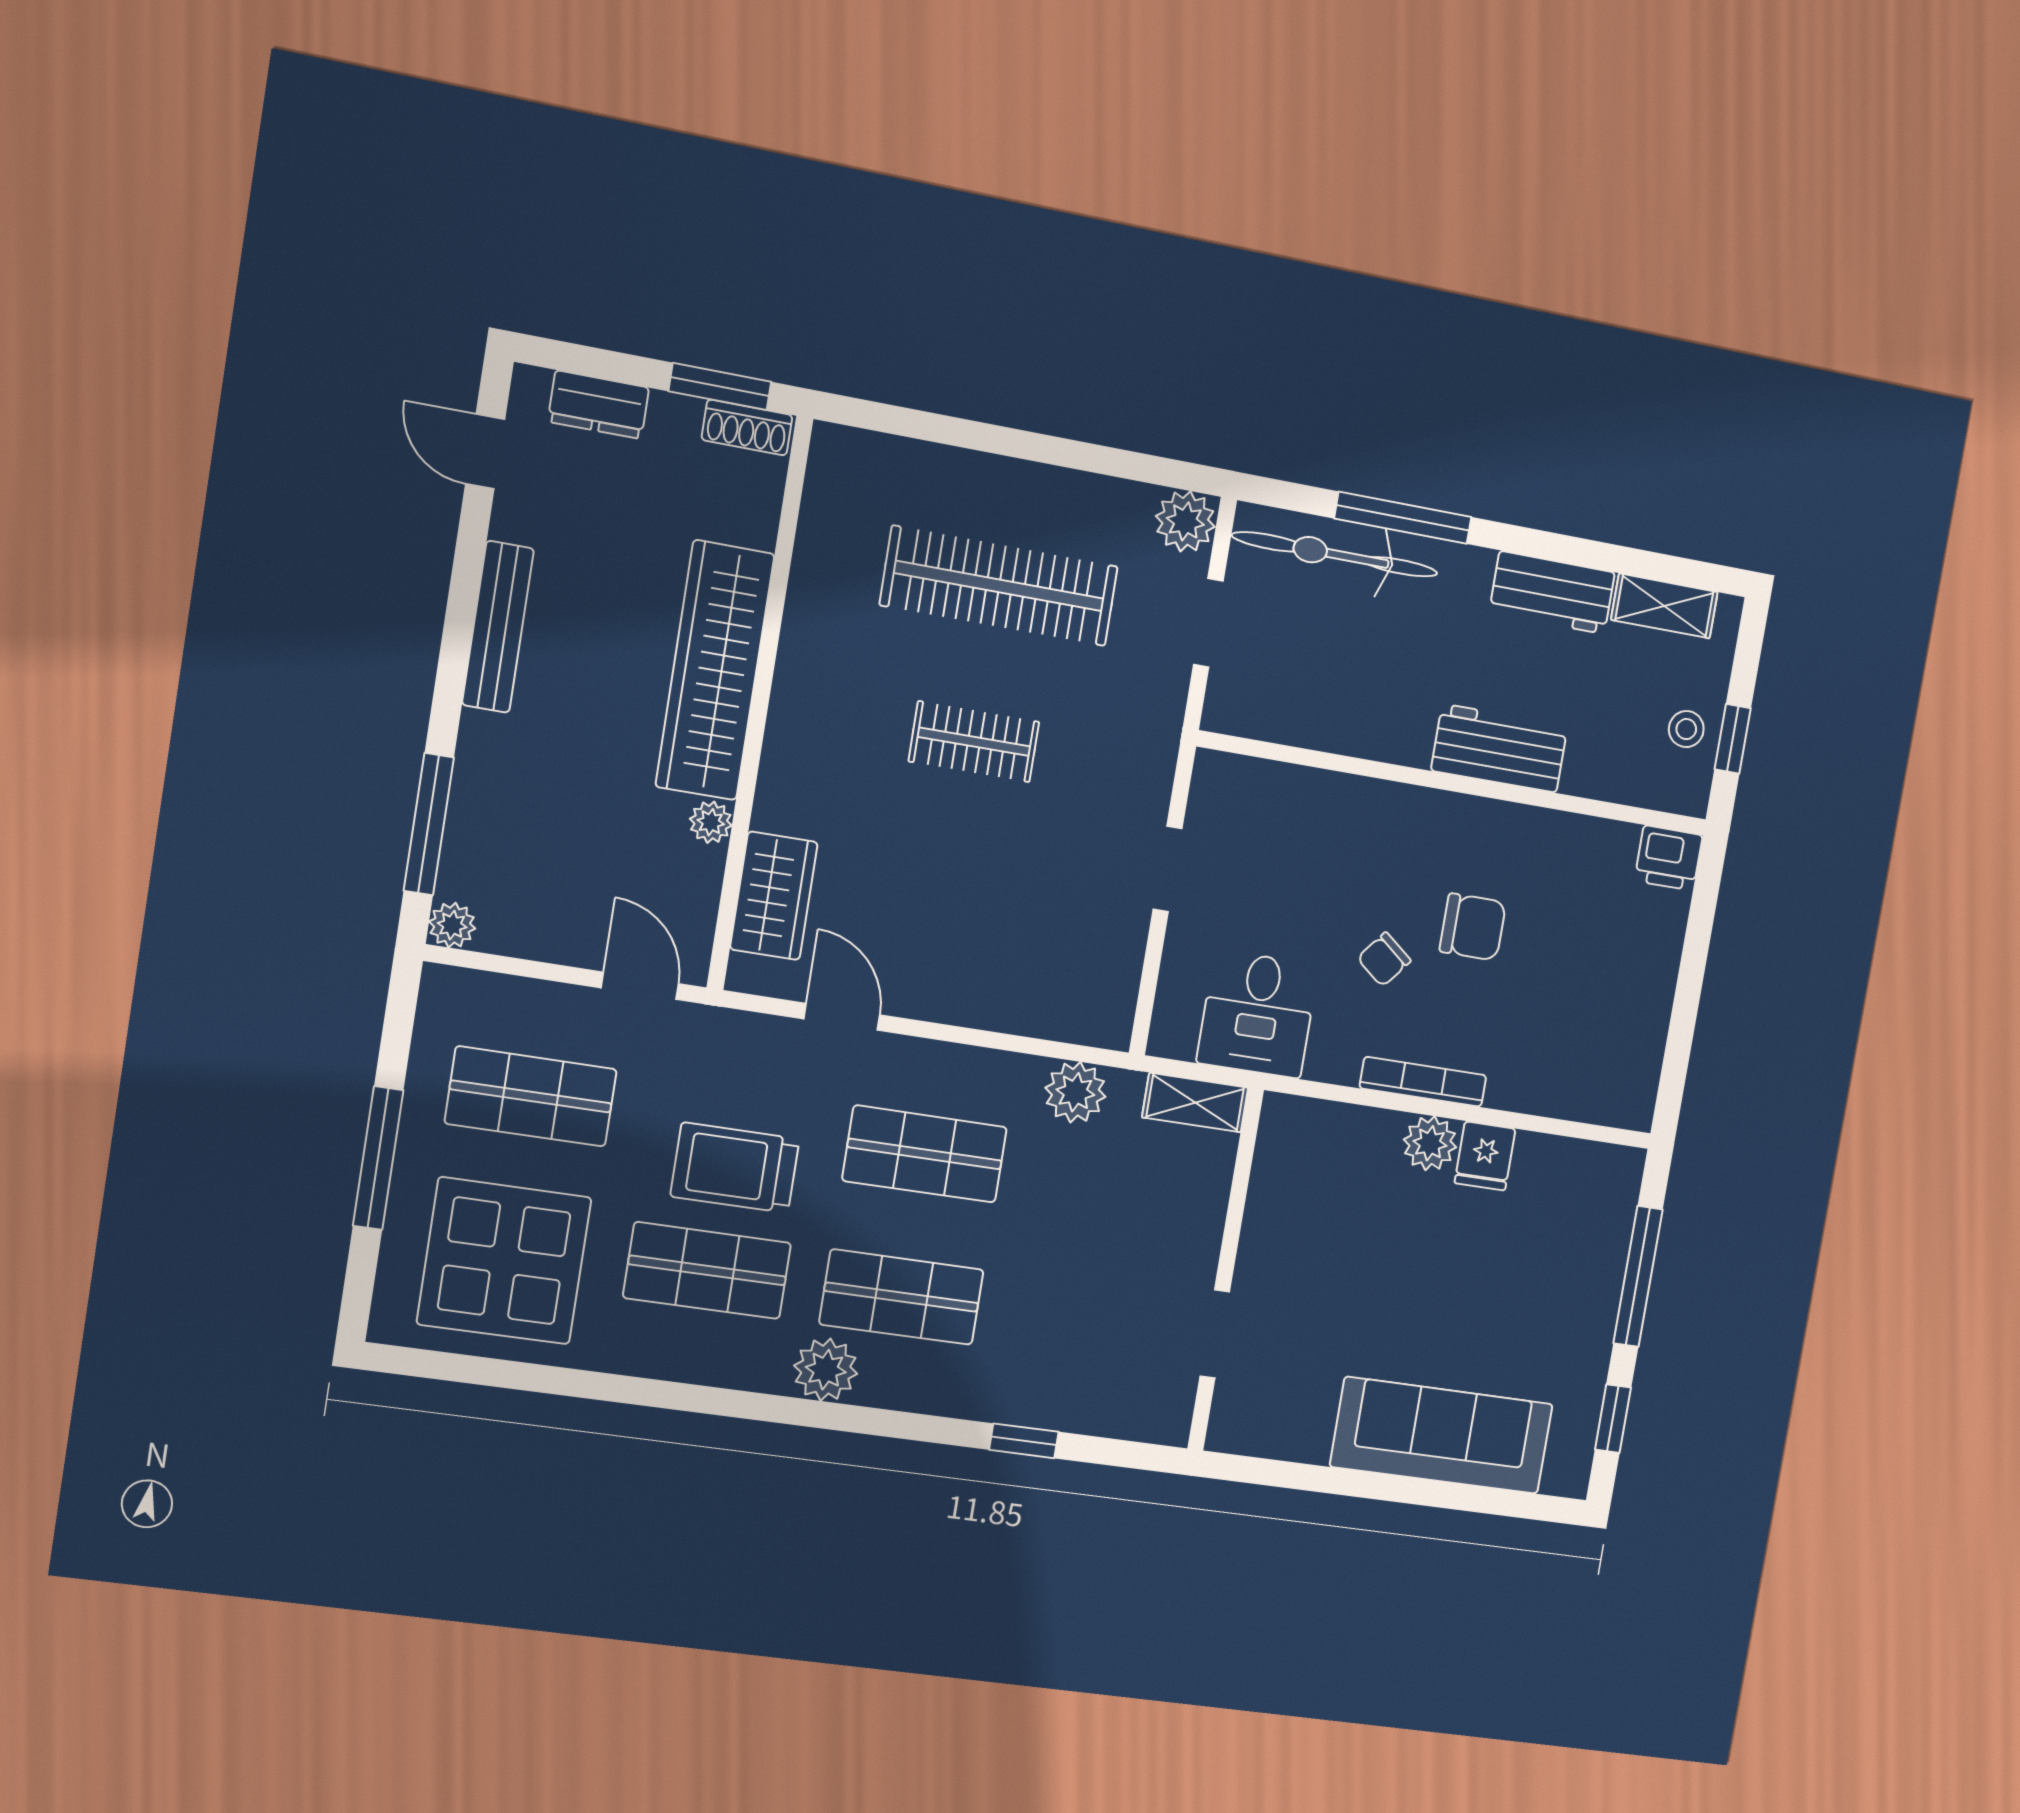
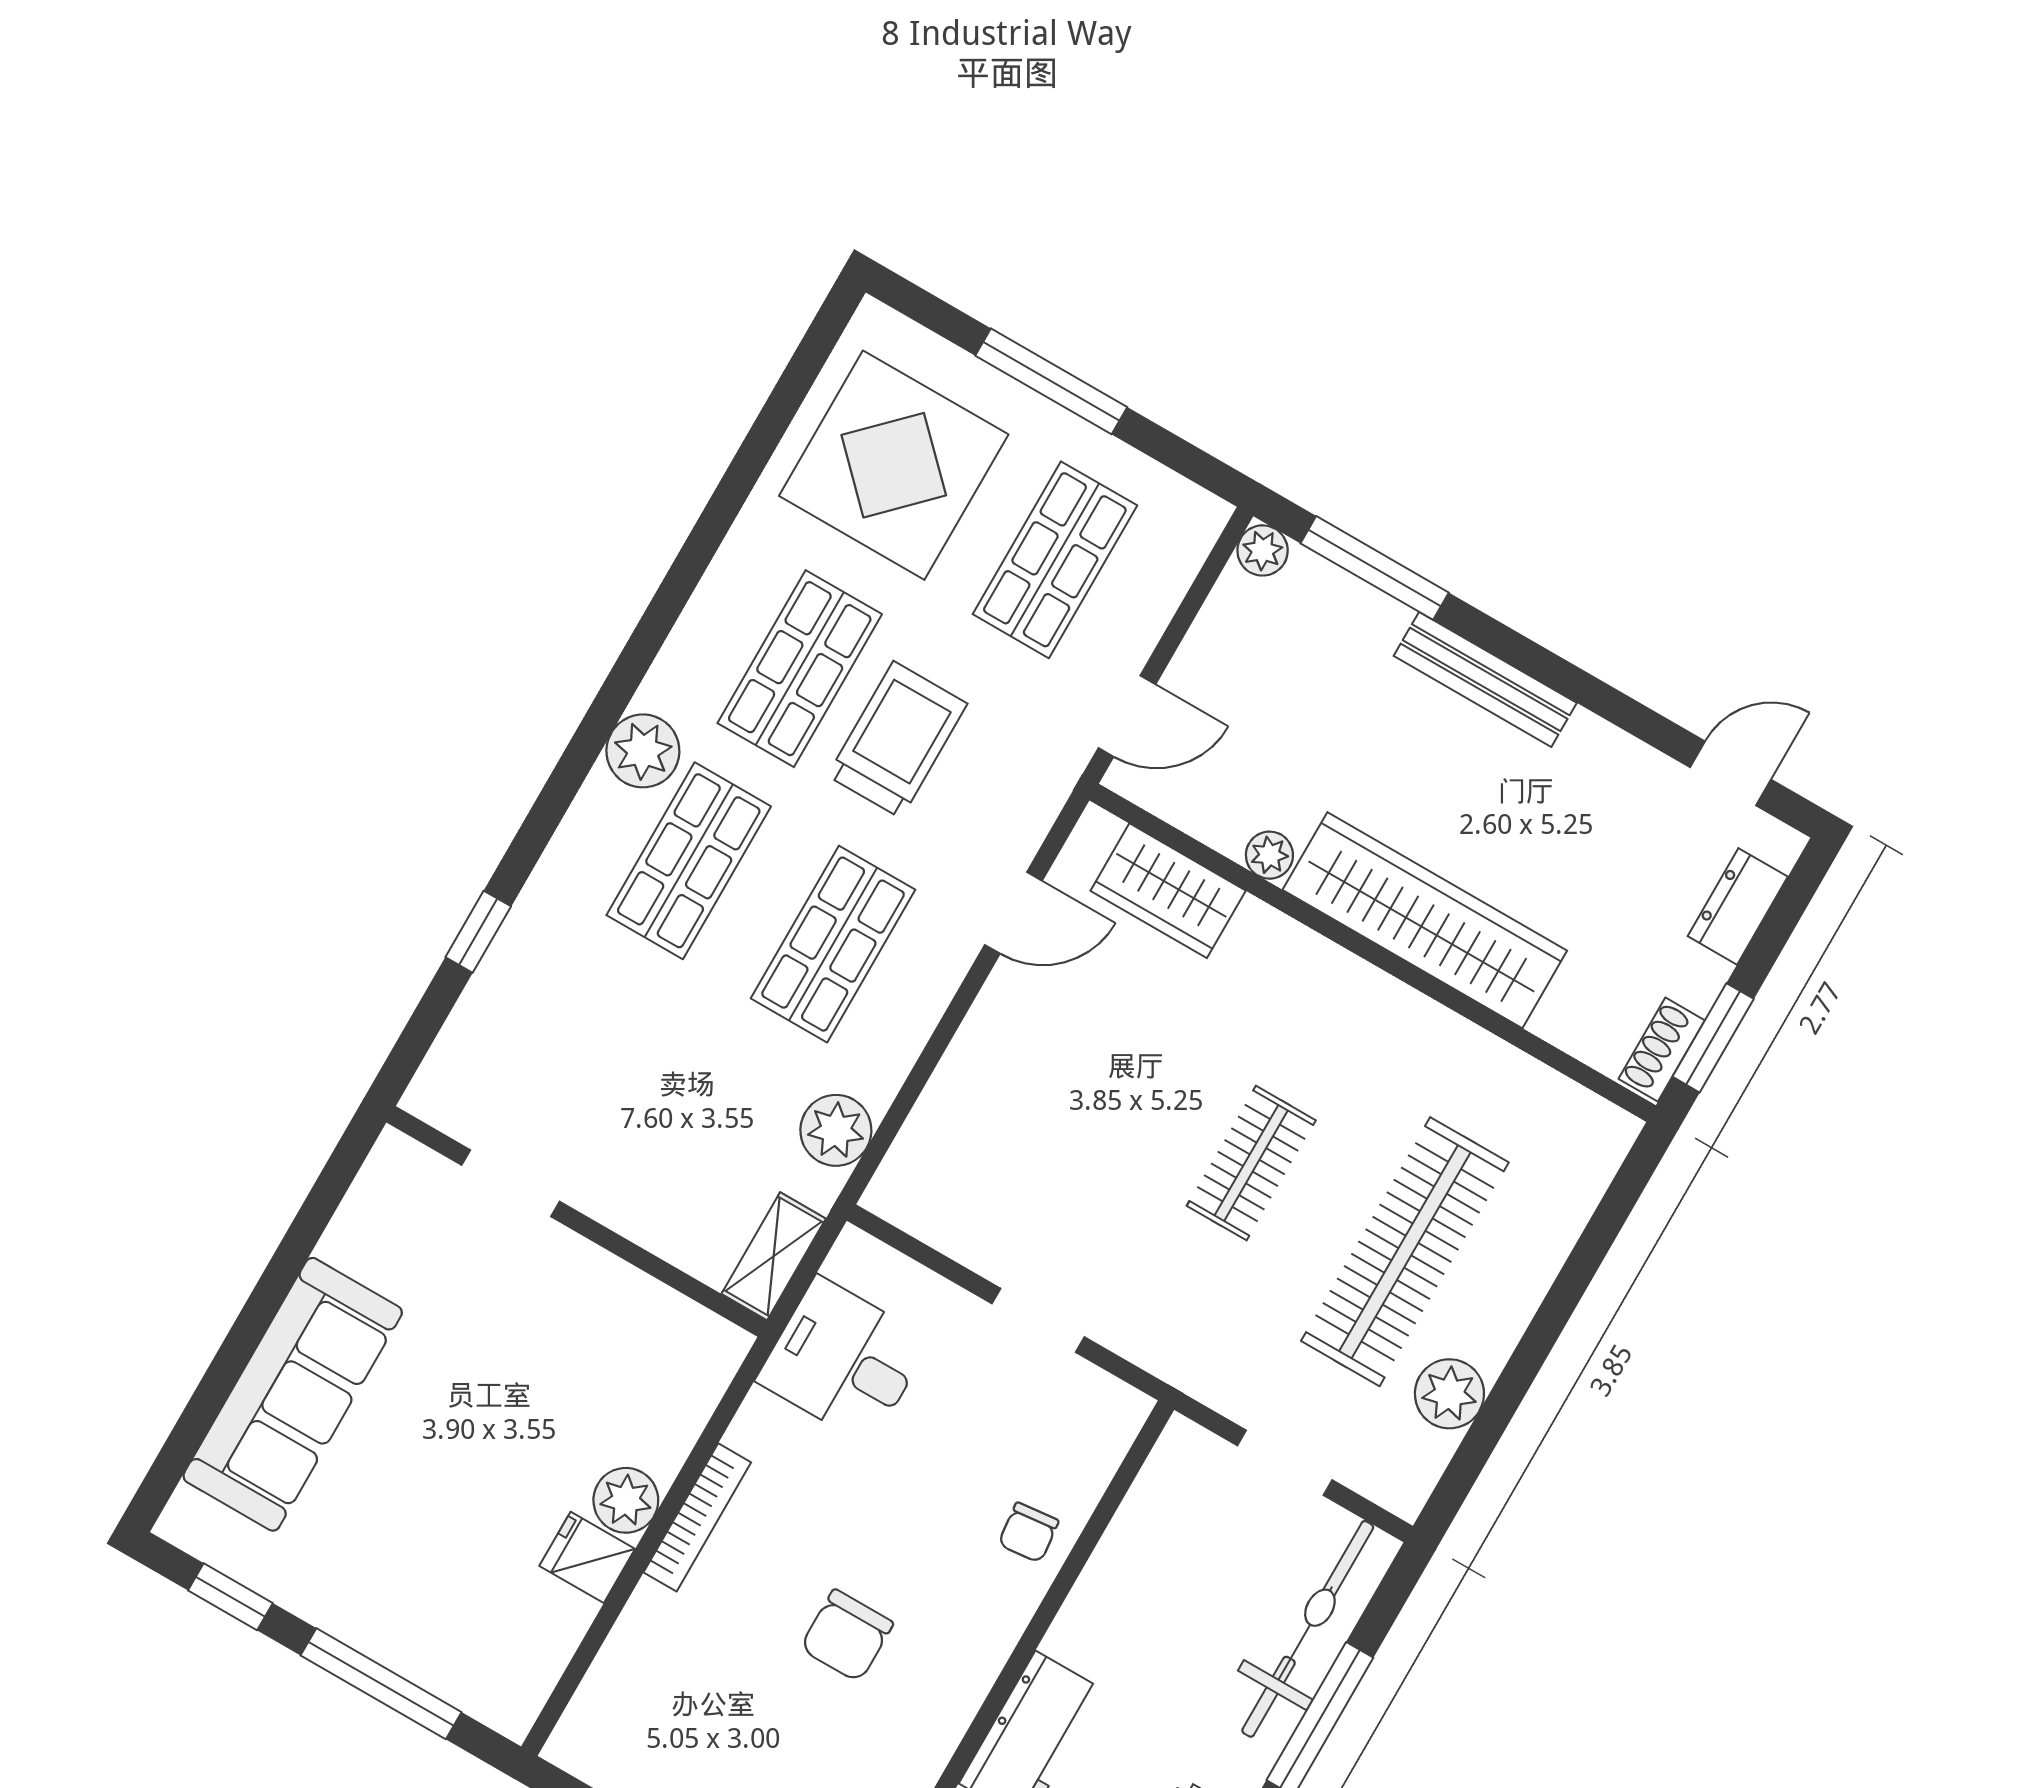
plant: (1185, 521) -> (1449, 1394), moved
bench: (498, 627) -> (1485, 679), moved
chair: (1384, 959) -> (1028, 1533), moved, turned -135

